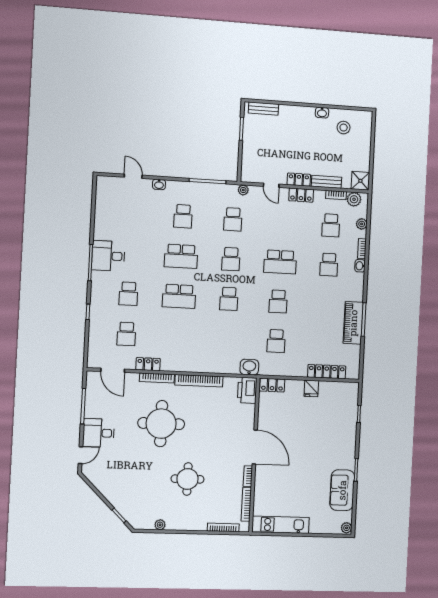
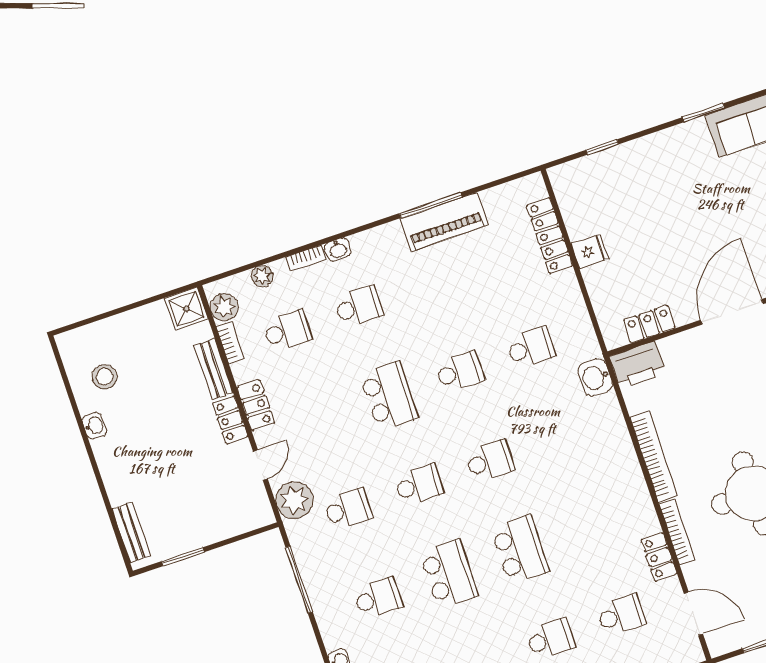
plant: (243, 190) -> (294, 500), width x1.88, depth x1.88
door: (113, 370) -> (693, 614), hinge flipped
locker: (272, 385) -> (649, 324), moved, turned -90

